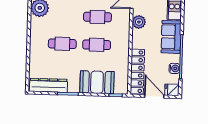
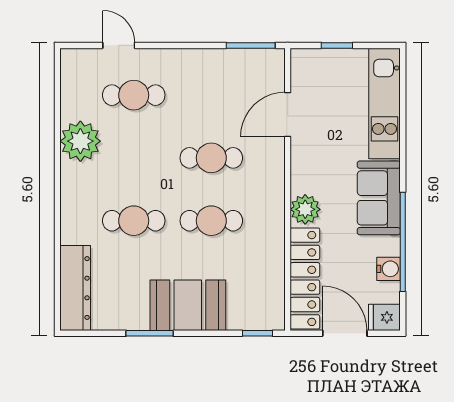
plant: (139, 22) -> (305, 209), moved
booth: (97, 82) -> (188, 305), moved
dresser: (49, 85) -> (75, 288), moved, turned 90

